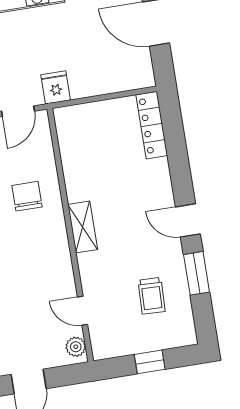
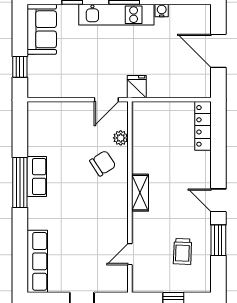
chair: (27, 196) -> (103, 163), turned 57
door: (82, 311) -> (130, 254), hinge flipped
plant: (76, 347) -> (121, 138), moved

